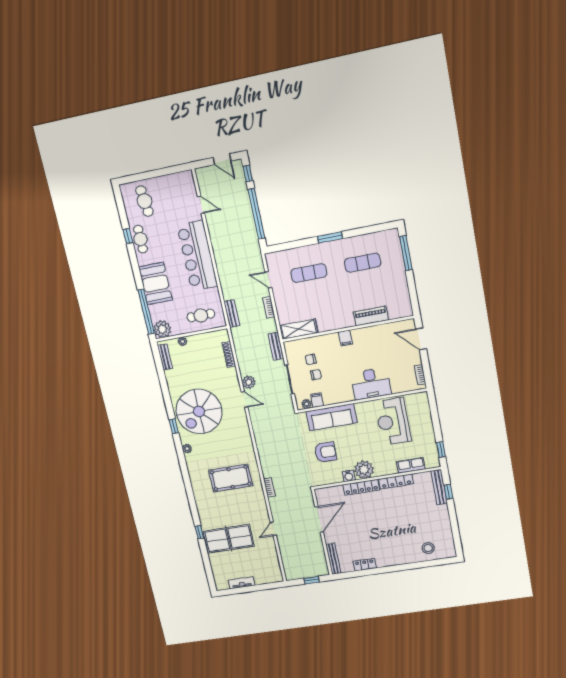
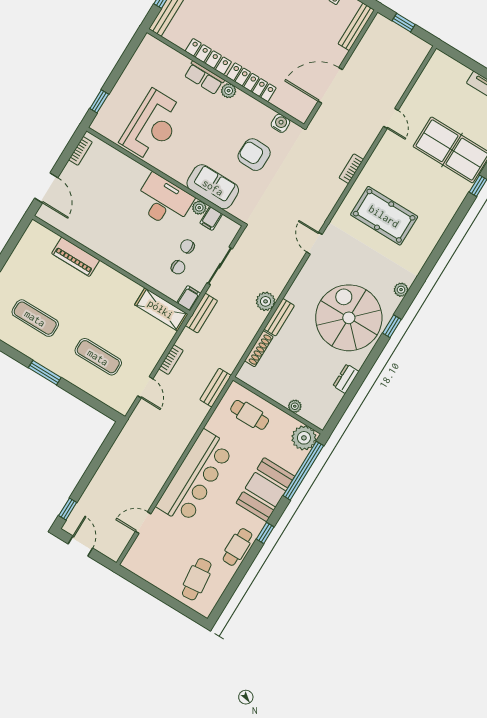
door: (201, 205) -> (143, 523), hinge flipped
window: (256, 214) -> (96, 463), removed
window: (128, 236) -> (265, 533), moved
filing cabinet: (345, 338) -> (189, 298), moved
bench: (165, 357) -> (279, 317), moved
dresser: (171, 379) -> (346, 379), added
desk: (371, 384) -> (164, 201), moved
door: (244, 400) -> (314, 243), moved
plant: (307, 404) -> (199, 208), moved
spiral stairs: (199, 411) -> (349, 318), turned -90
sofa: (332, 417) -> (213, 187), width x0.73
window: (441, 449) -> (99, 101), moved
row of seats: (411, 465) -> (204, 78), moved
plant: (364, 470) -> (229, 91), width x0.53, depth x0.53
water cooler: (349, 476) -> (280, 123), moved
door: (273, 529) -> (391, 118), hinge flipped

